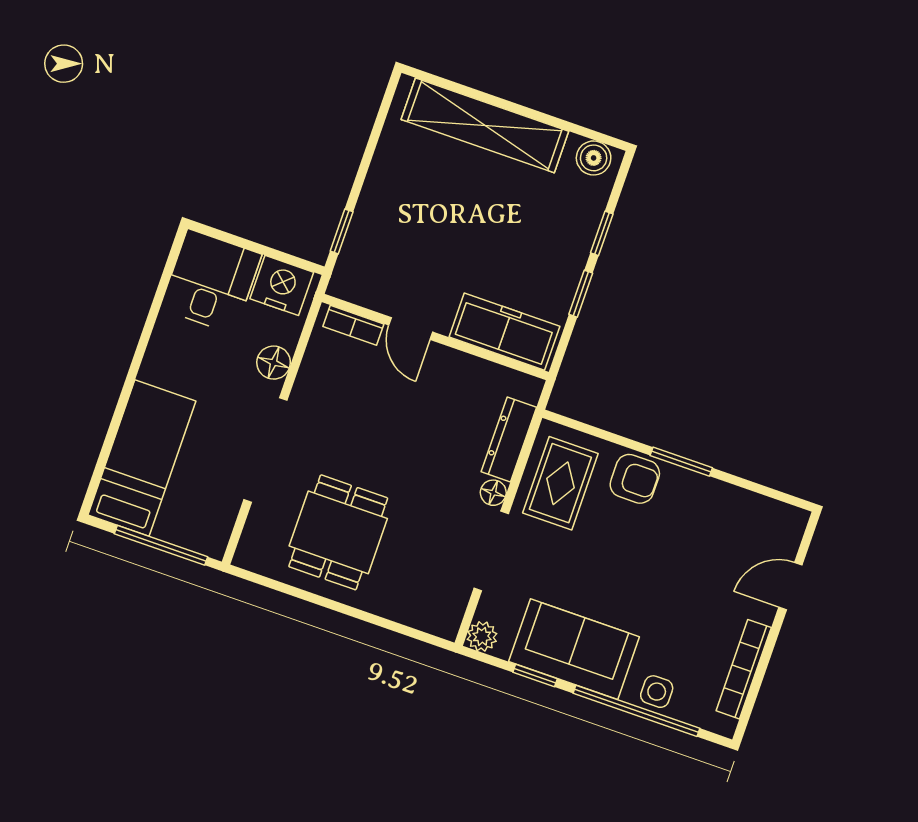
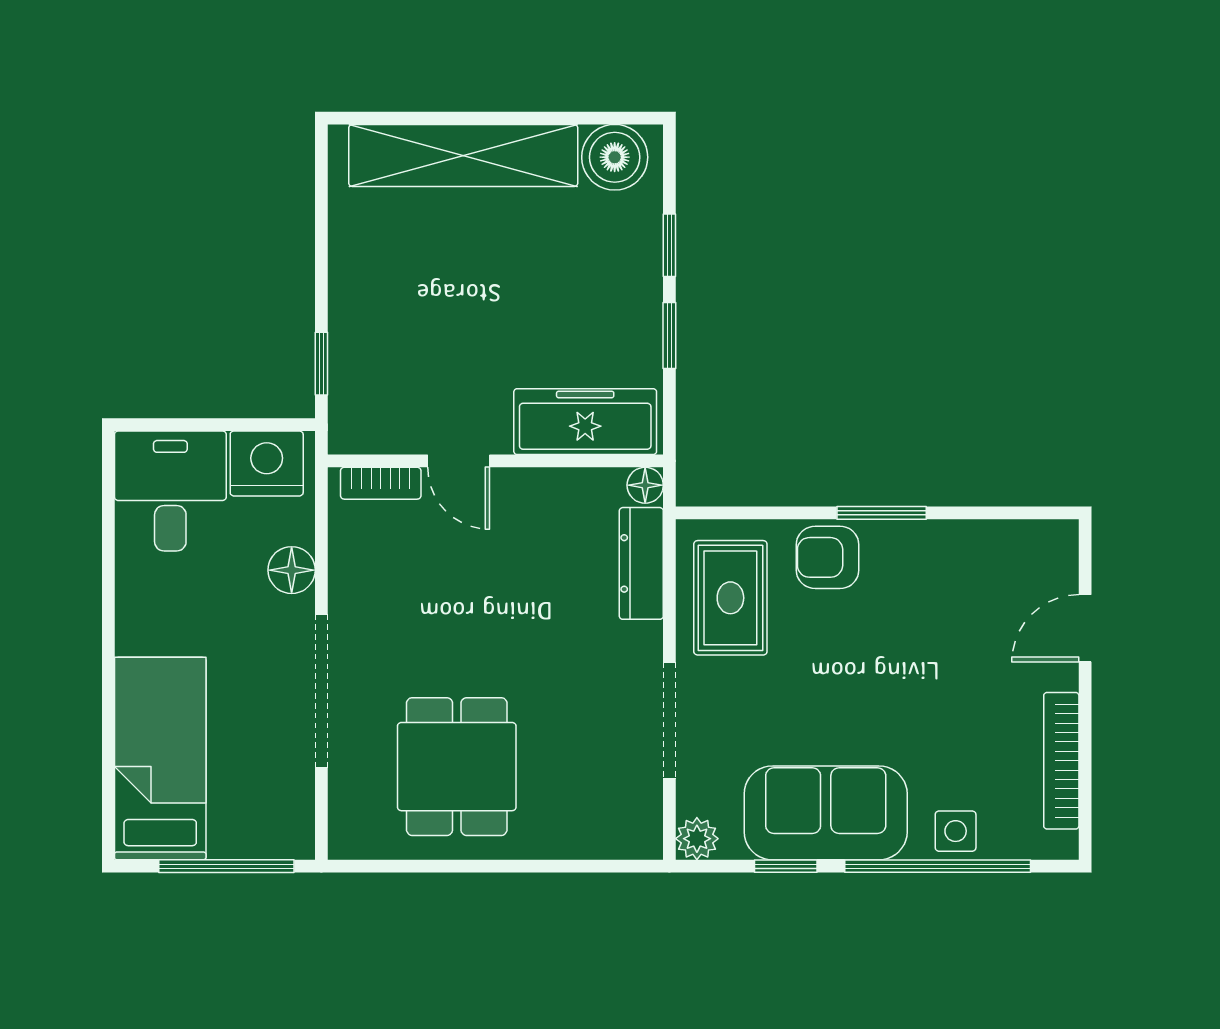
boiler: (594, 158) -> (615, 157), width x1.36, depth x1.36
armchair: (635, 479) -> (828, 557), turned 180
floor lamp: (493, 493) -> (645, 485), moved

